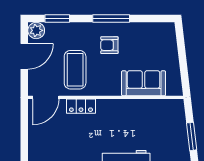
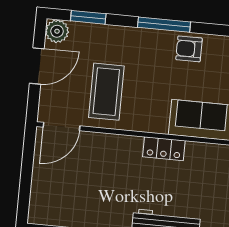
armchair: (109, 45) -> (189, 49), moved
locker: (81, 106) -> (164, 149), moved

